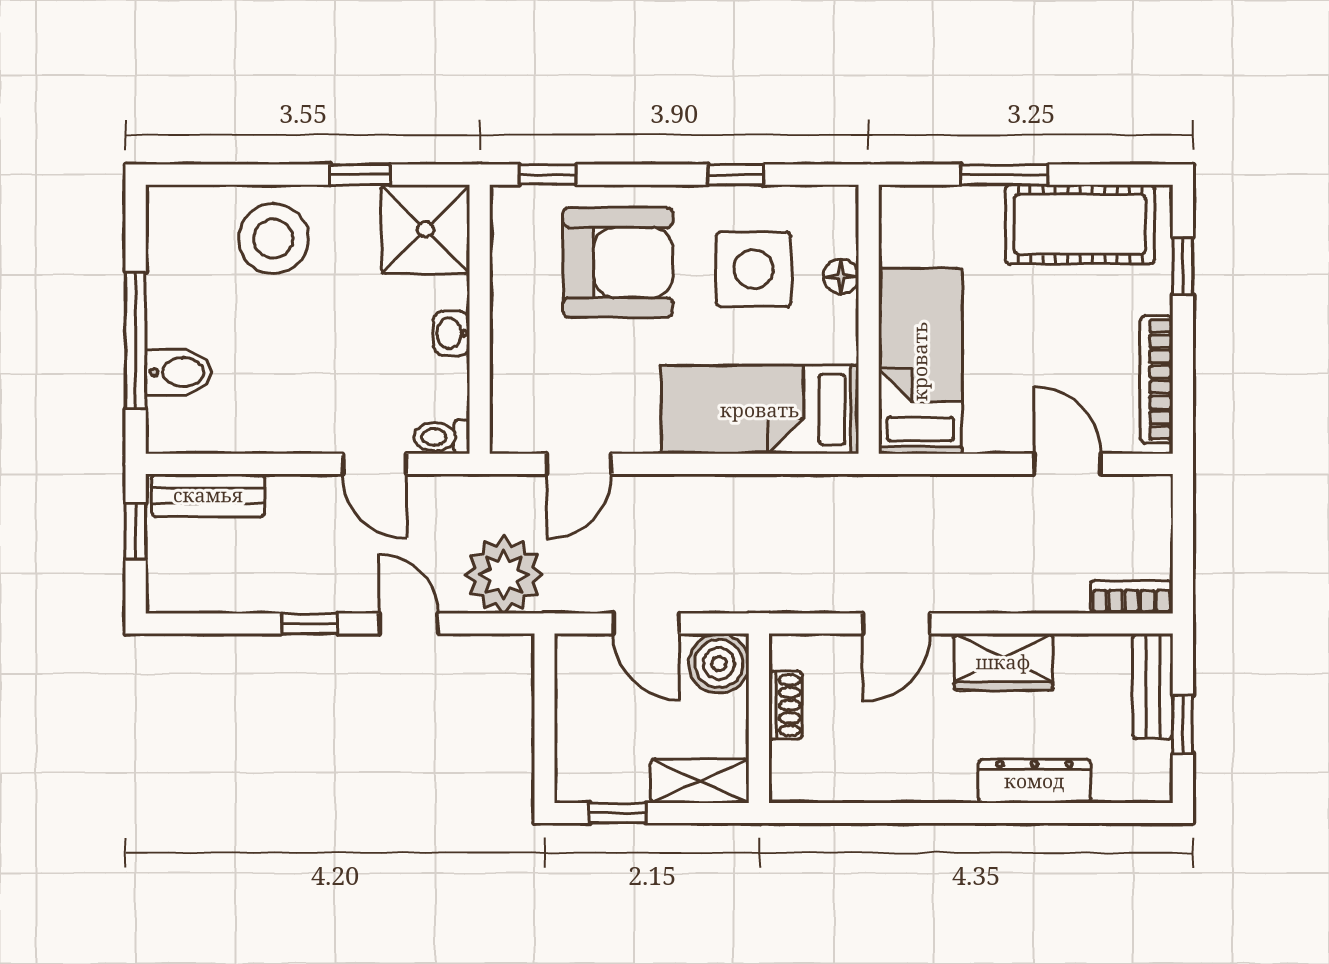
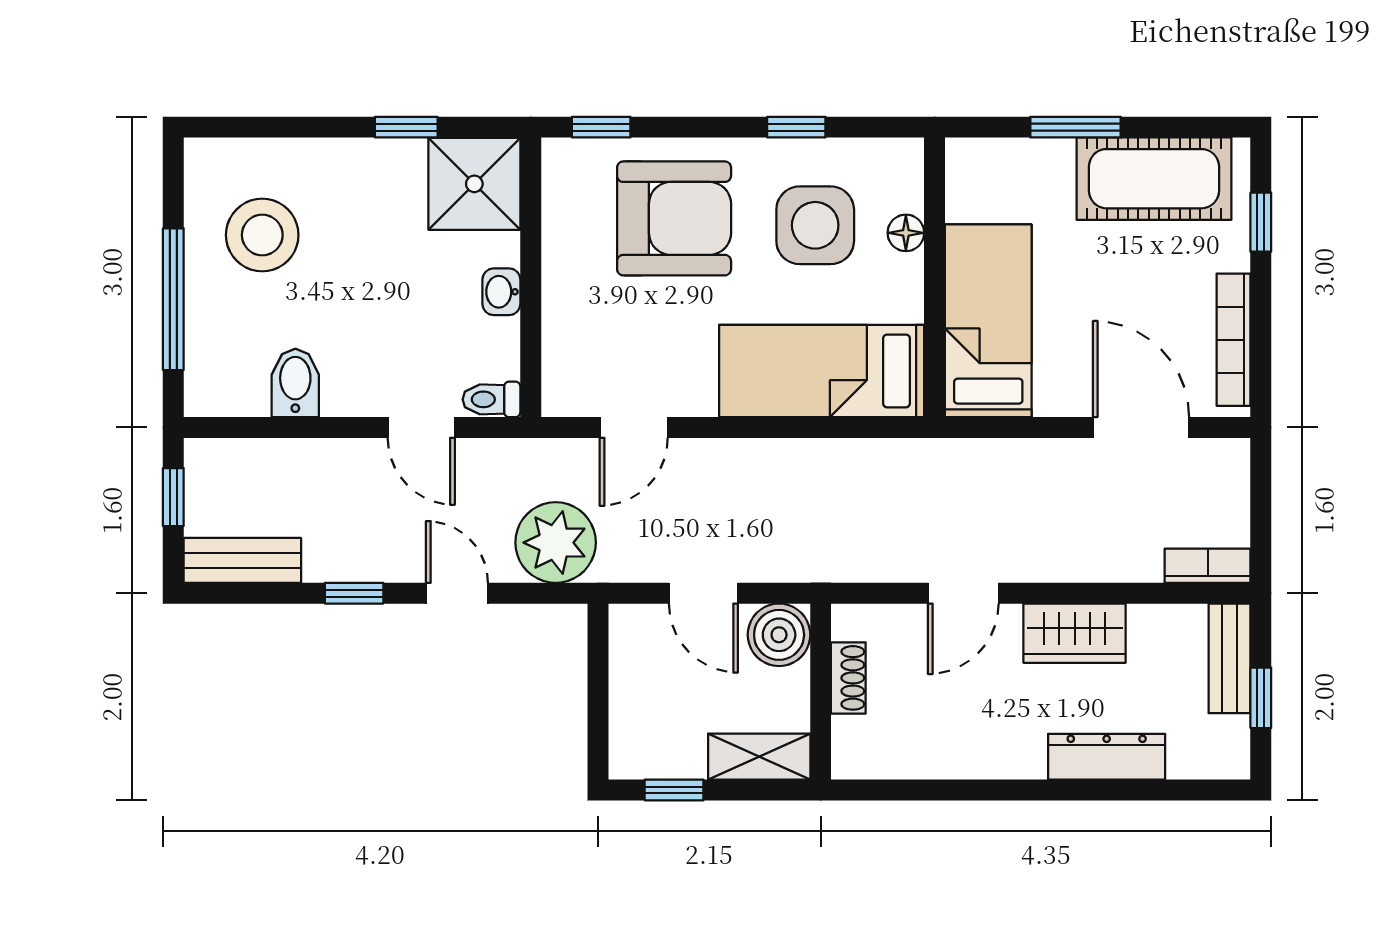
stool: (273, 239) -> (262, 235), moved
bidet: (179, 372) -> (295, 383), moved, turned -90
door: (1067, 464) -> (1141, 427), width x1.38
bench: (208, 495) -> (242, 560), moved

